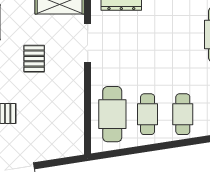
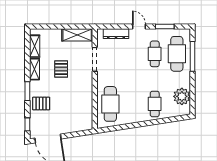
cafe table: (148, 114) -> (155, 54), moved

